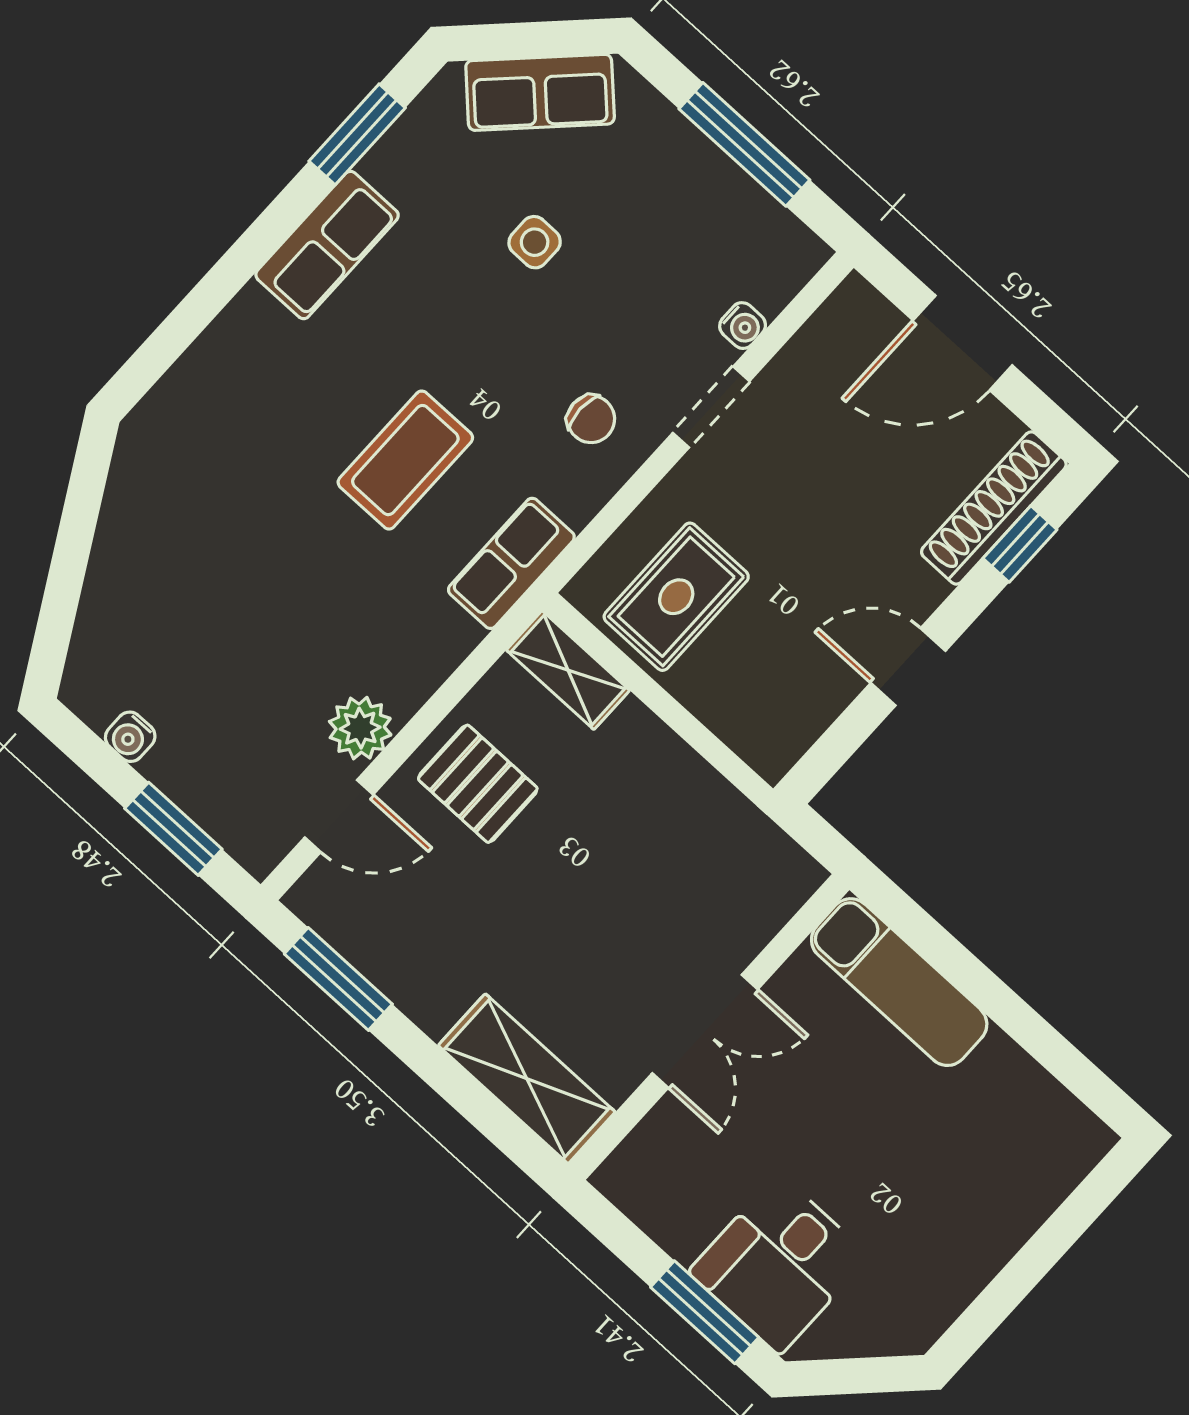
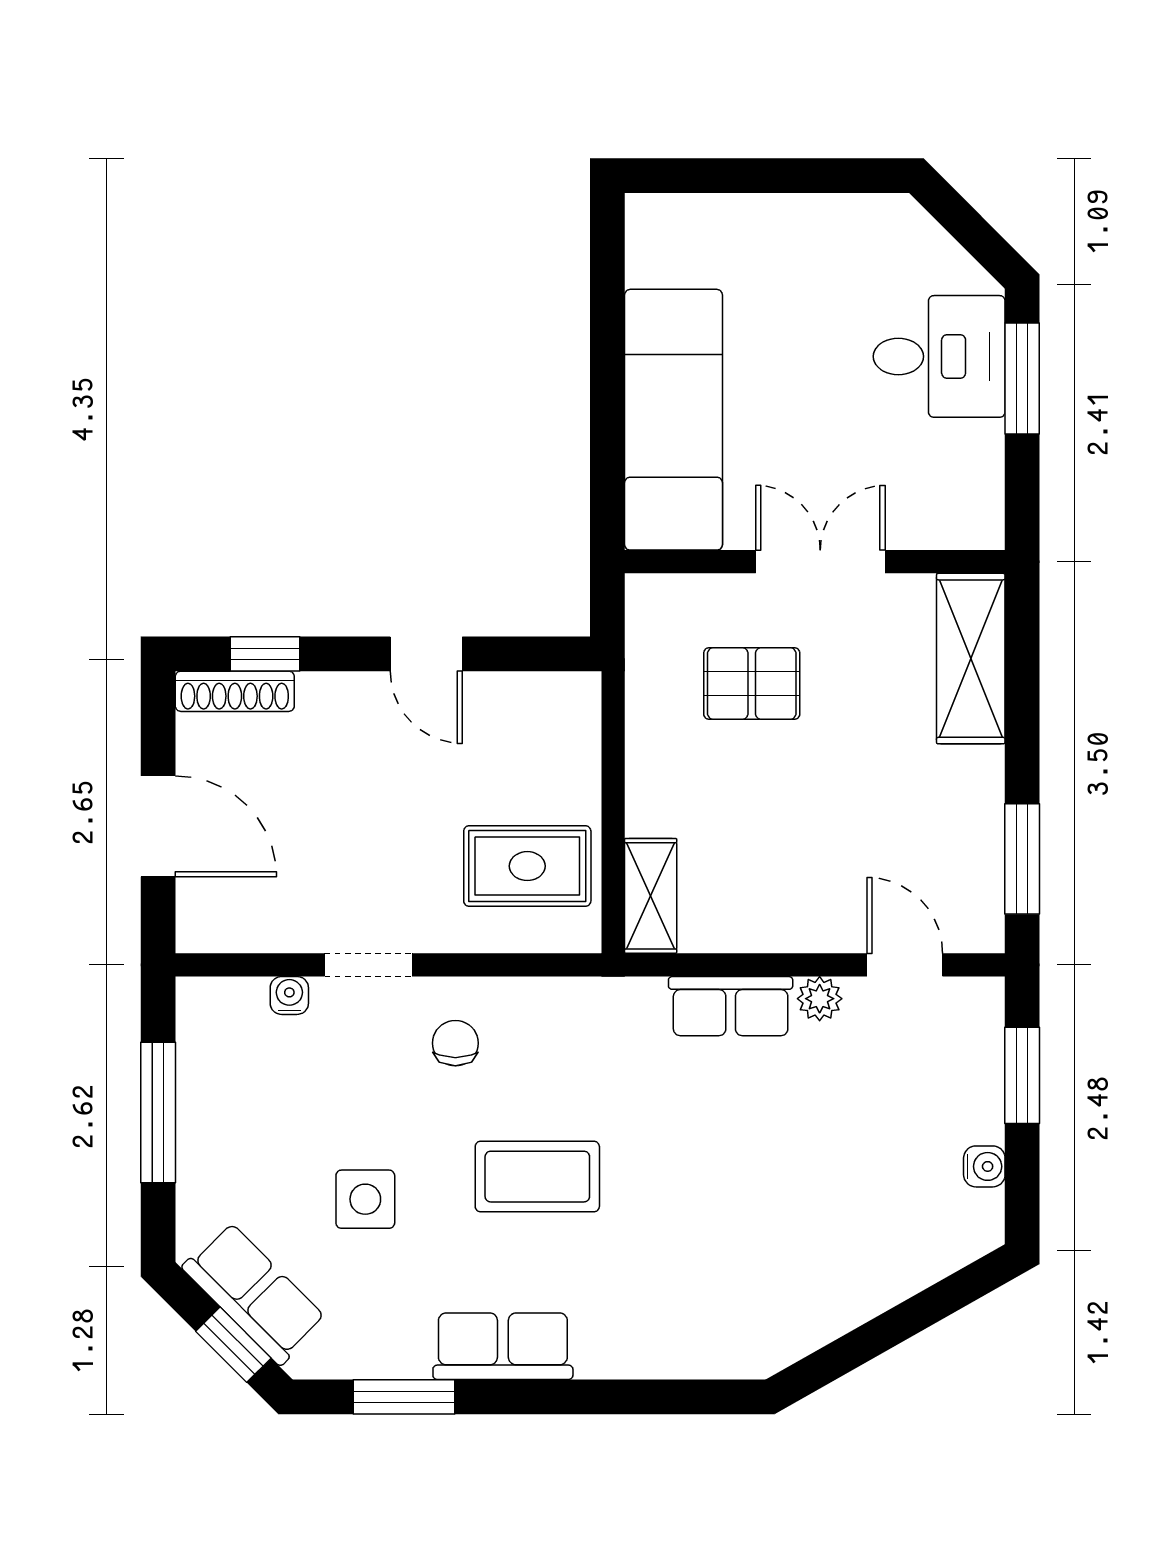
window: (515, 41) -> (233, 1345), added
side table: (535, 242) -> (365, 1199), width x1.37, depth x1.37
coffee table: (405, 460) -> (537, 1177), moved
shoe rack: (994, 508) -> (235, 691), width x0.74, depth x0.81
row of seats: (511, 563) -> (731, 1006), moved
plant: (360, 728) -> (820, 999), width x0.73, depth x0.73
pallet: (478, 784) -> (752, 684), moved, turned 90
exam couch: (899, 982) -> (673, 420), width x1.36, depth x1.45

